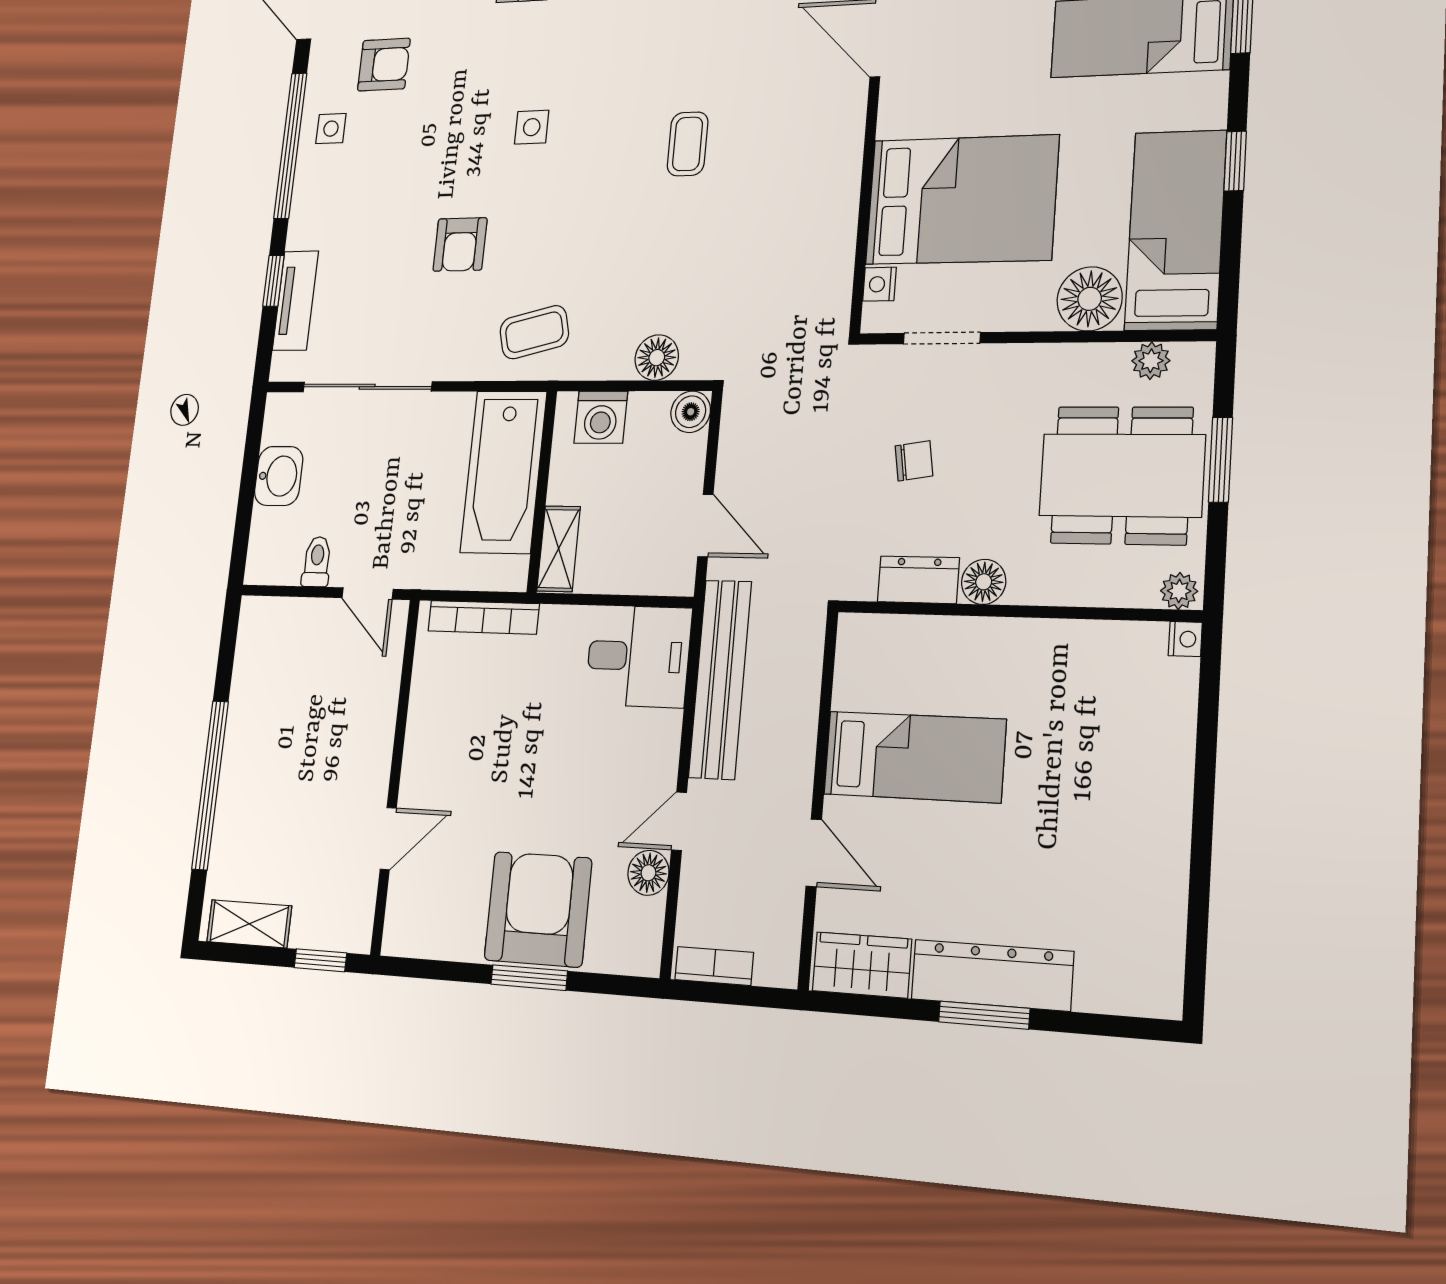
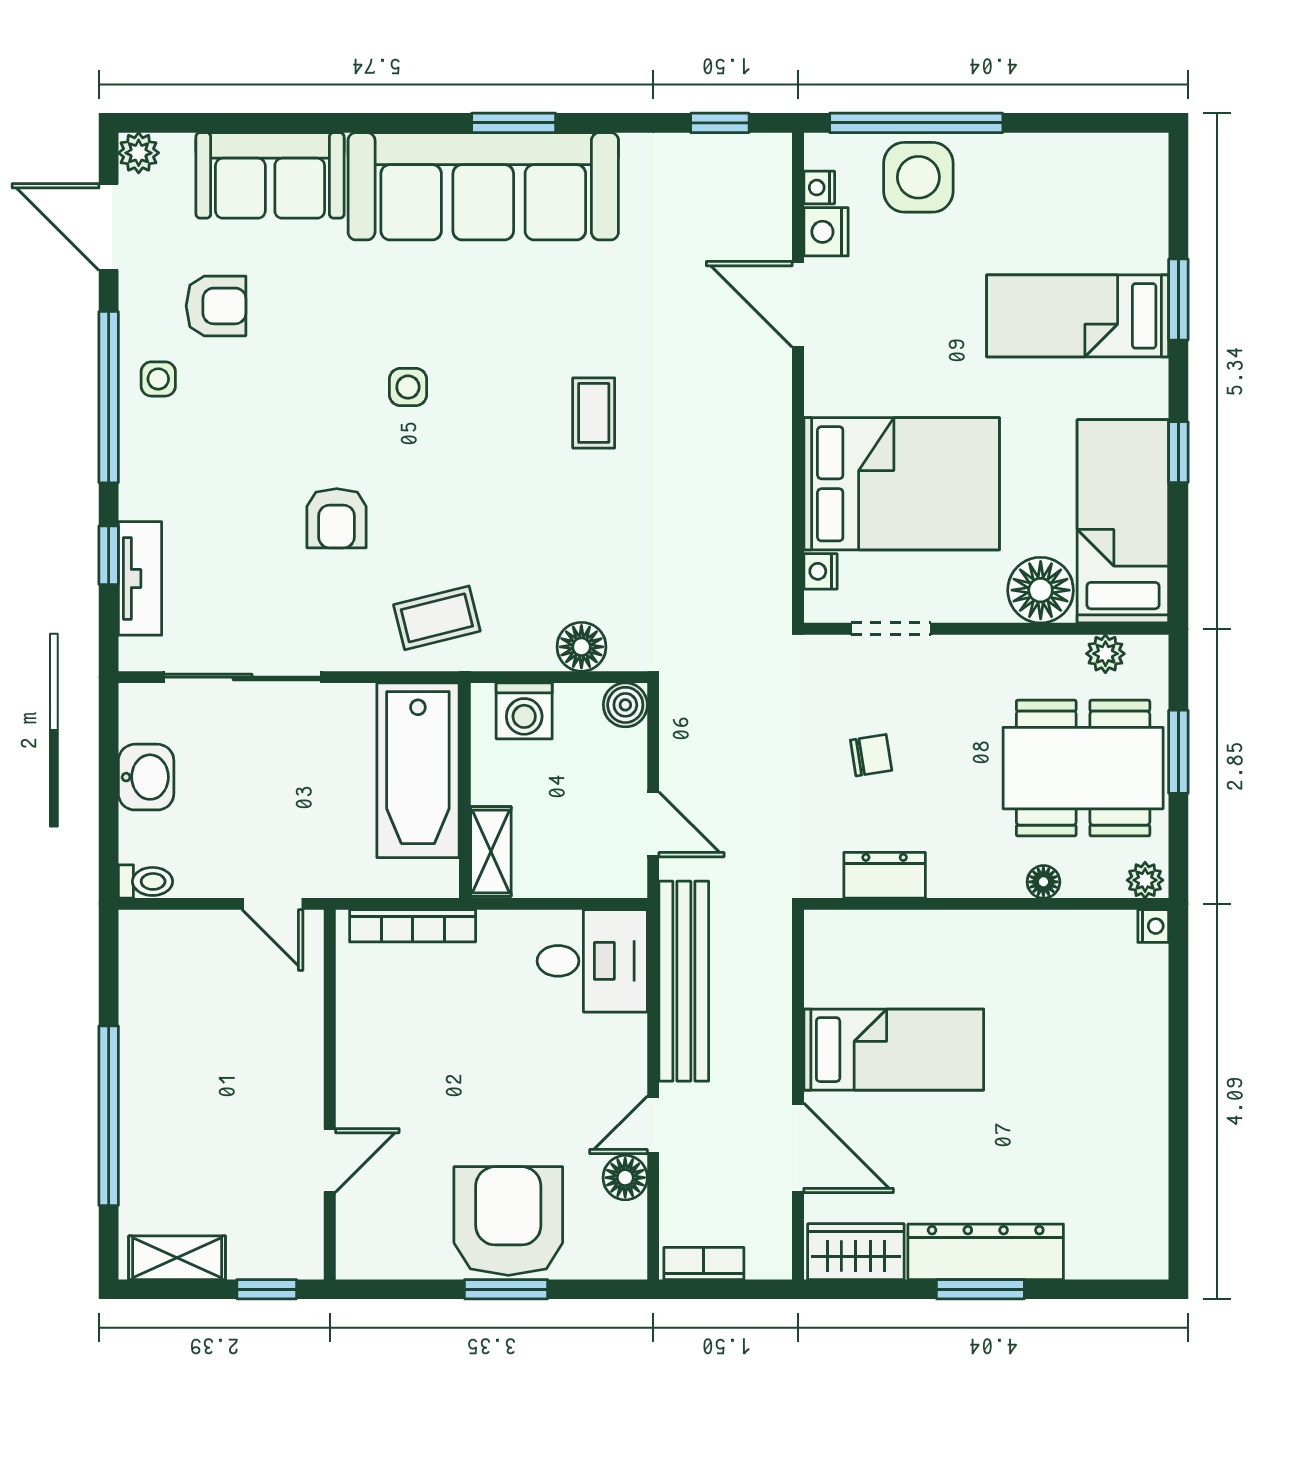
toilet: (317, 562) -> (145, 881), moved, turned 90
floor lamp: (984, 582) -> (1043, 882), moved, width x0.73, depth x0.73
door: (814, 853) -> (798, 1148), width x1.38

